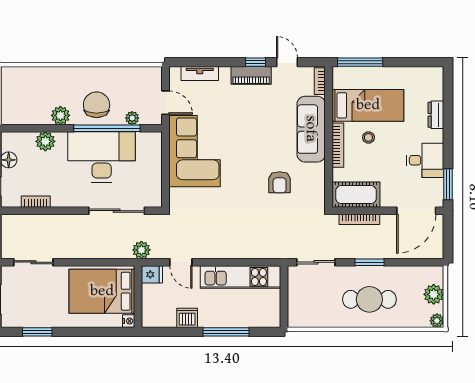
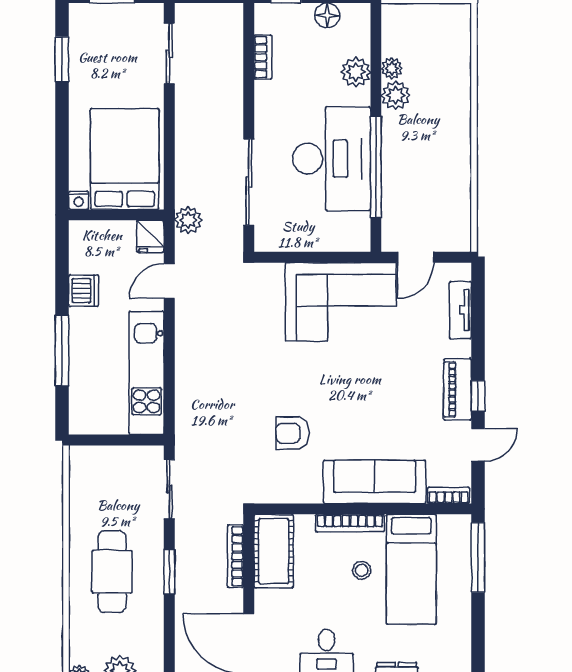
chair: (97, 105) -> (412, 151), removed
plant: (132, 118) -> (392, 68), moved

